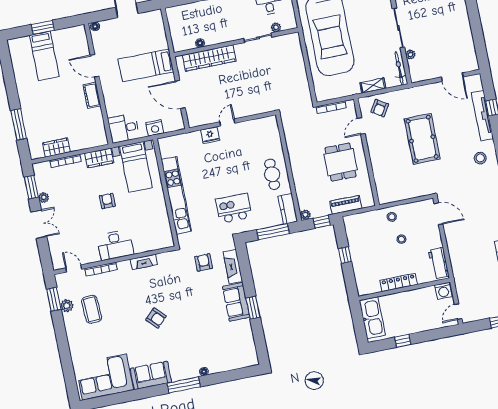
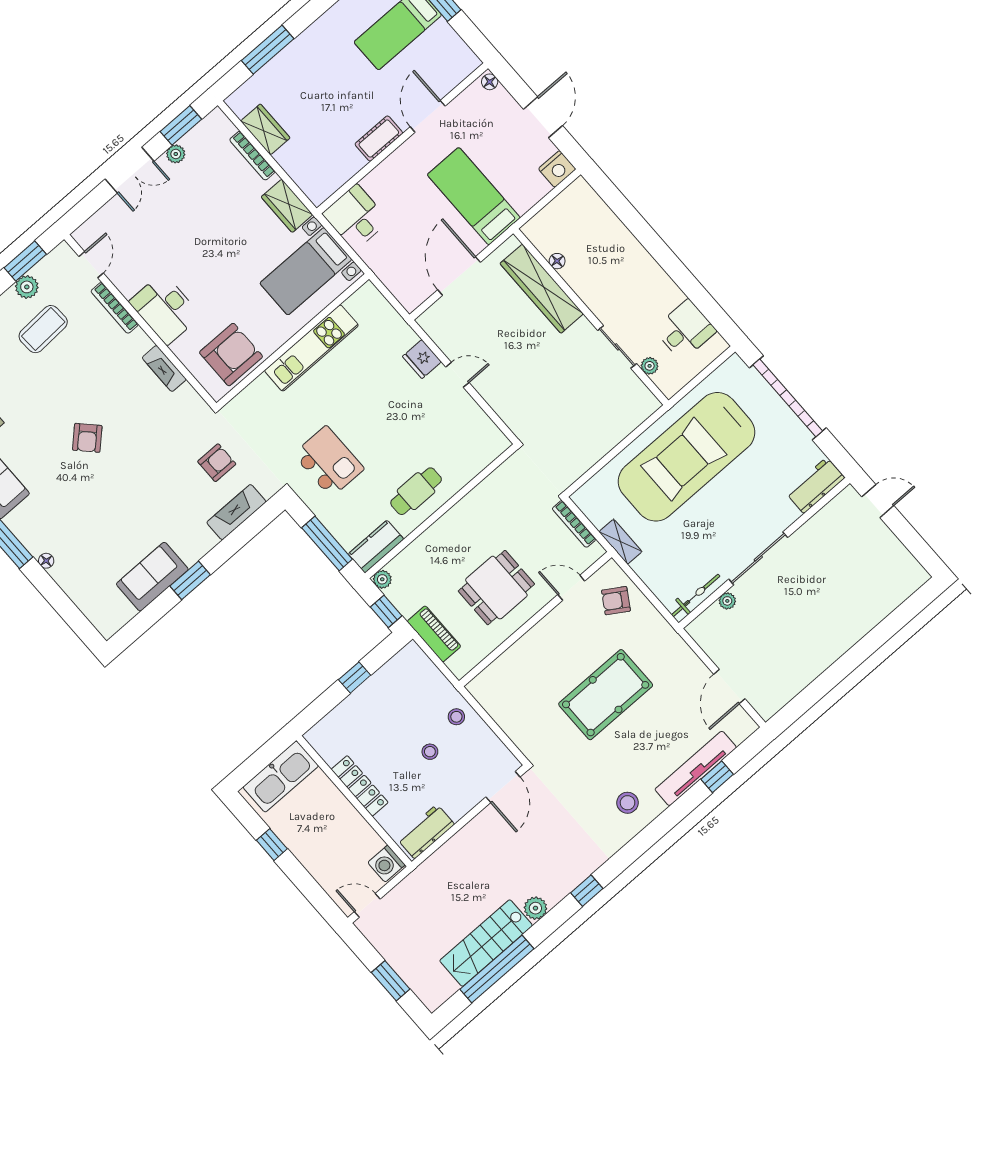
shelving: (373, 86) -> (620, 542), moved
nightstand: (155, 128) -> (557, 169), moved, turned -90
kitchen unit: (176, 195) -> (311, 348), width x0.73
armchair: (107, 201) -> (231, 355), moved, width x1.88, depth x1.88
sofa: (236, 302) -> (152, 577), moved

